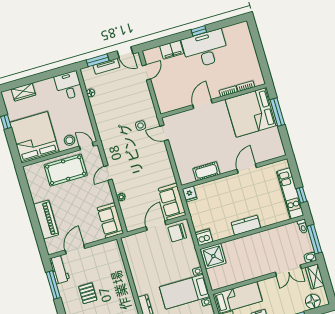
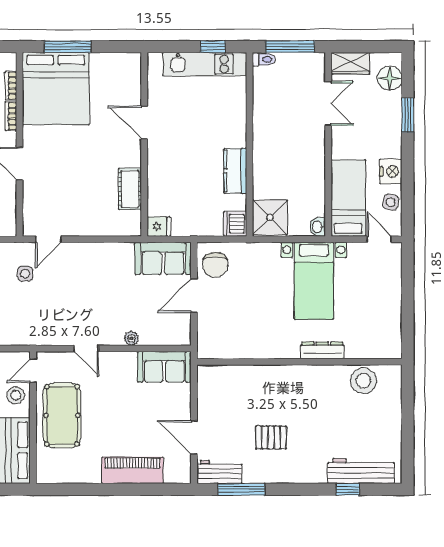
kitchen counter: (246, 225) -> (235, 171), moved
door: (156, 226) -> (194, 296), hinge flipped
washbasin: (310, 258) -> (318, 227), moved

